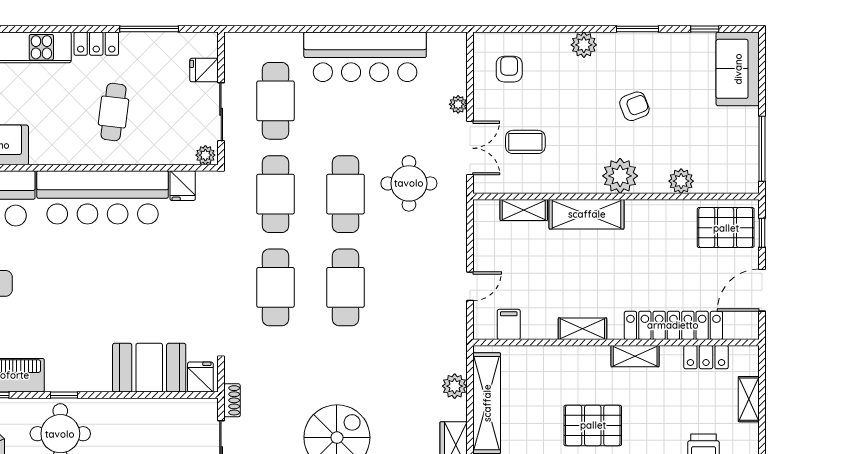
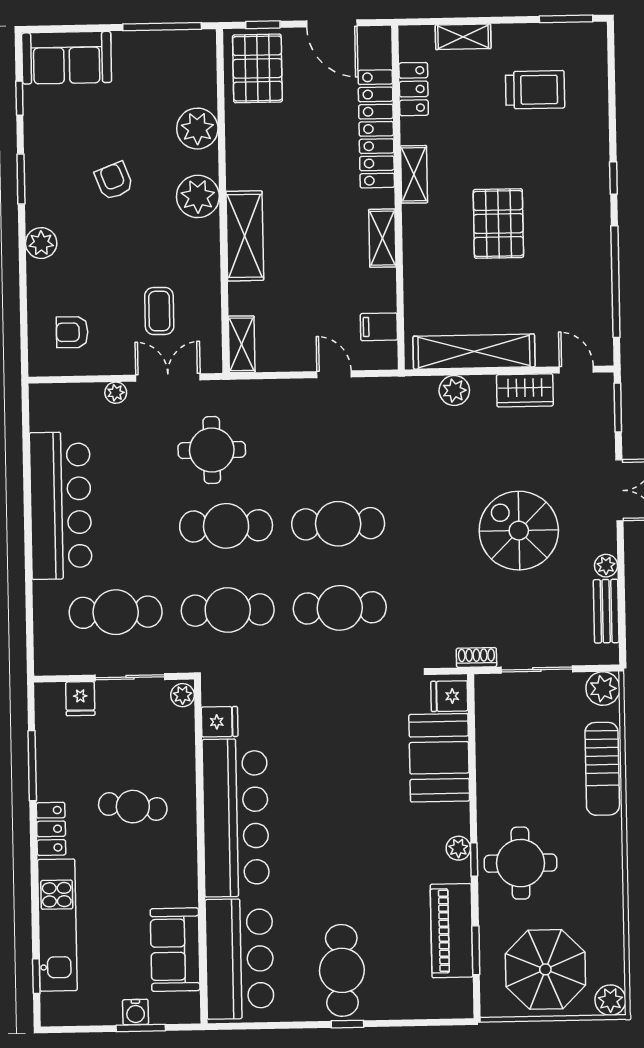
plant: (681, 181) -> (197, 129), width x1.36, depth x1.36
shelving: (524, 210) -> (242, 344), moved
plant: (74, 382) -> (458, 848), added

